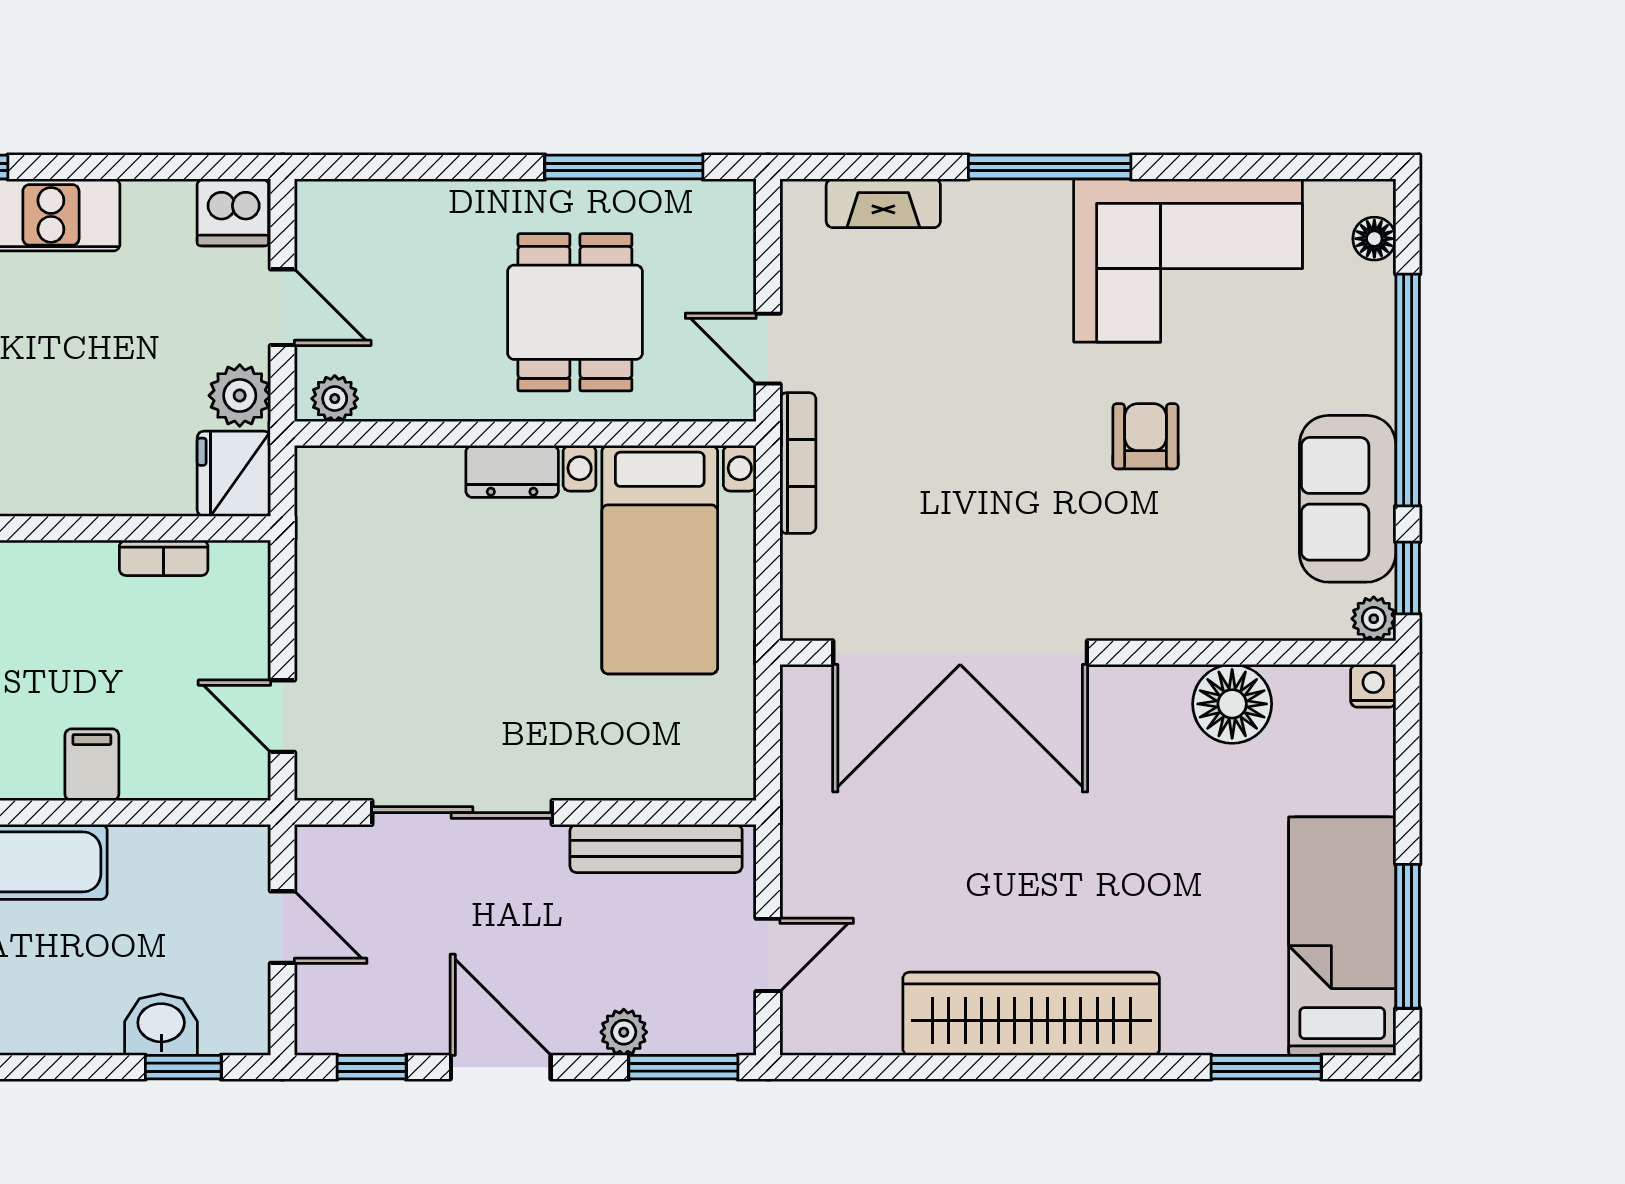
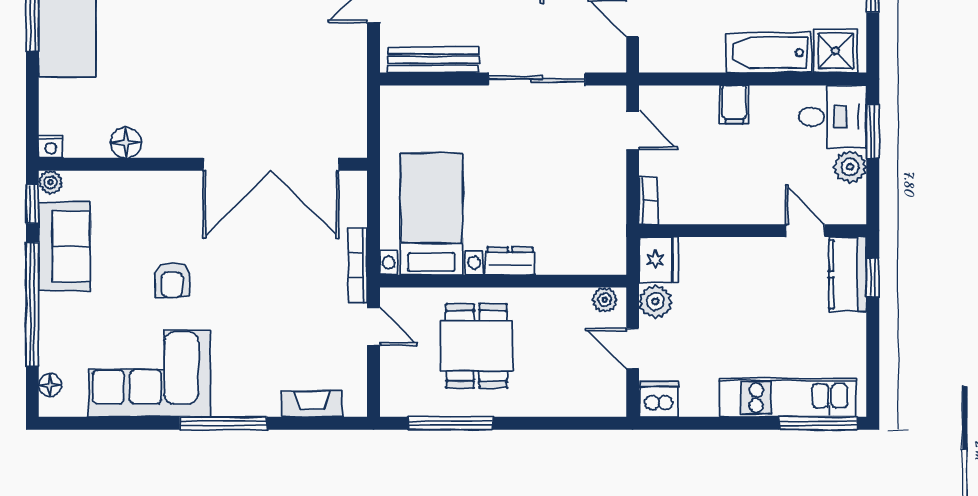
bookcase: (164, 558) -> (648, 201), moved, turned 90
double door: (960, 653) -> (271, 164), swing flipped
floor lamp: (1232, 704) -> (126, 143), width x0.73, depth x0.73

